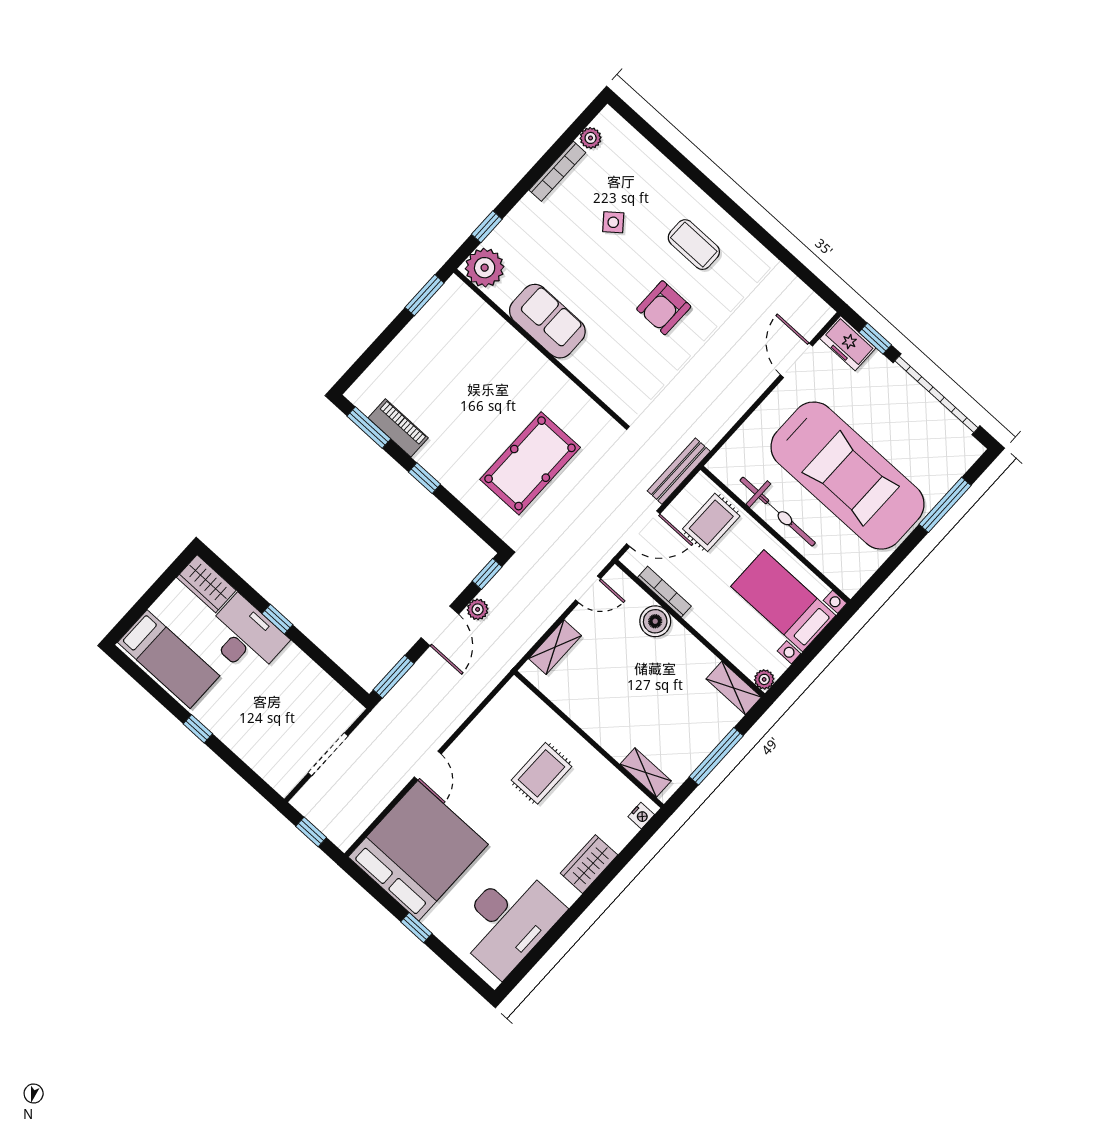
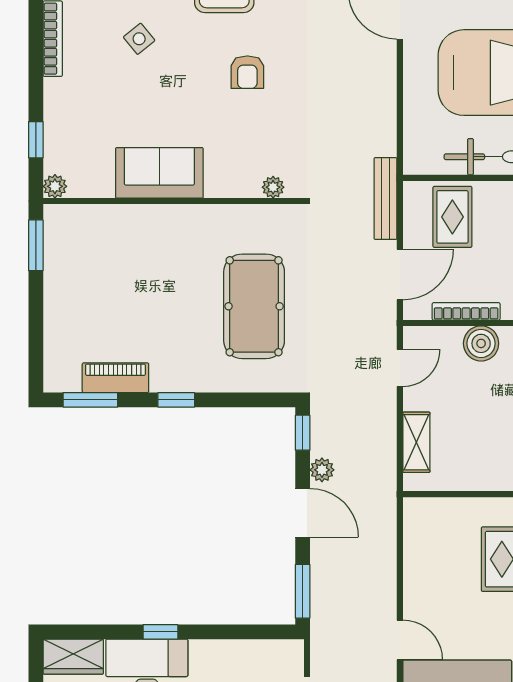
plant: (485, 268) -> (55, 186), width x0.53, depth x0.53
armchair: (664, 308) -> (247, 72), width x0.72, depth x0.72
plant: (613, 397) -> (273, 187), added

